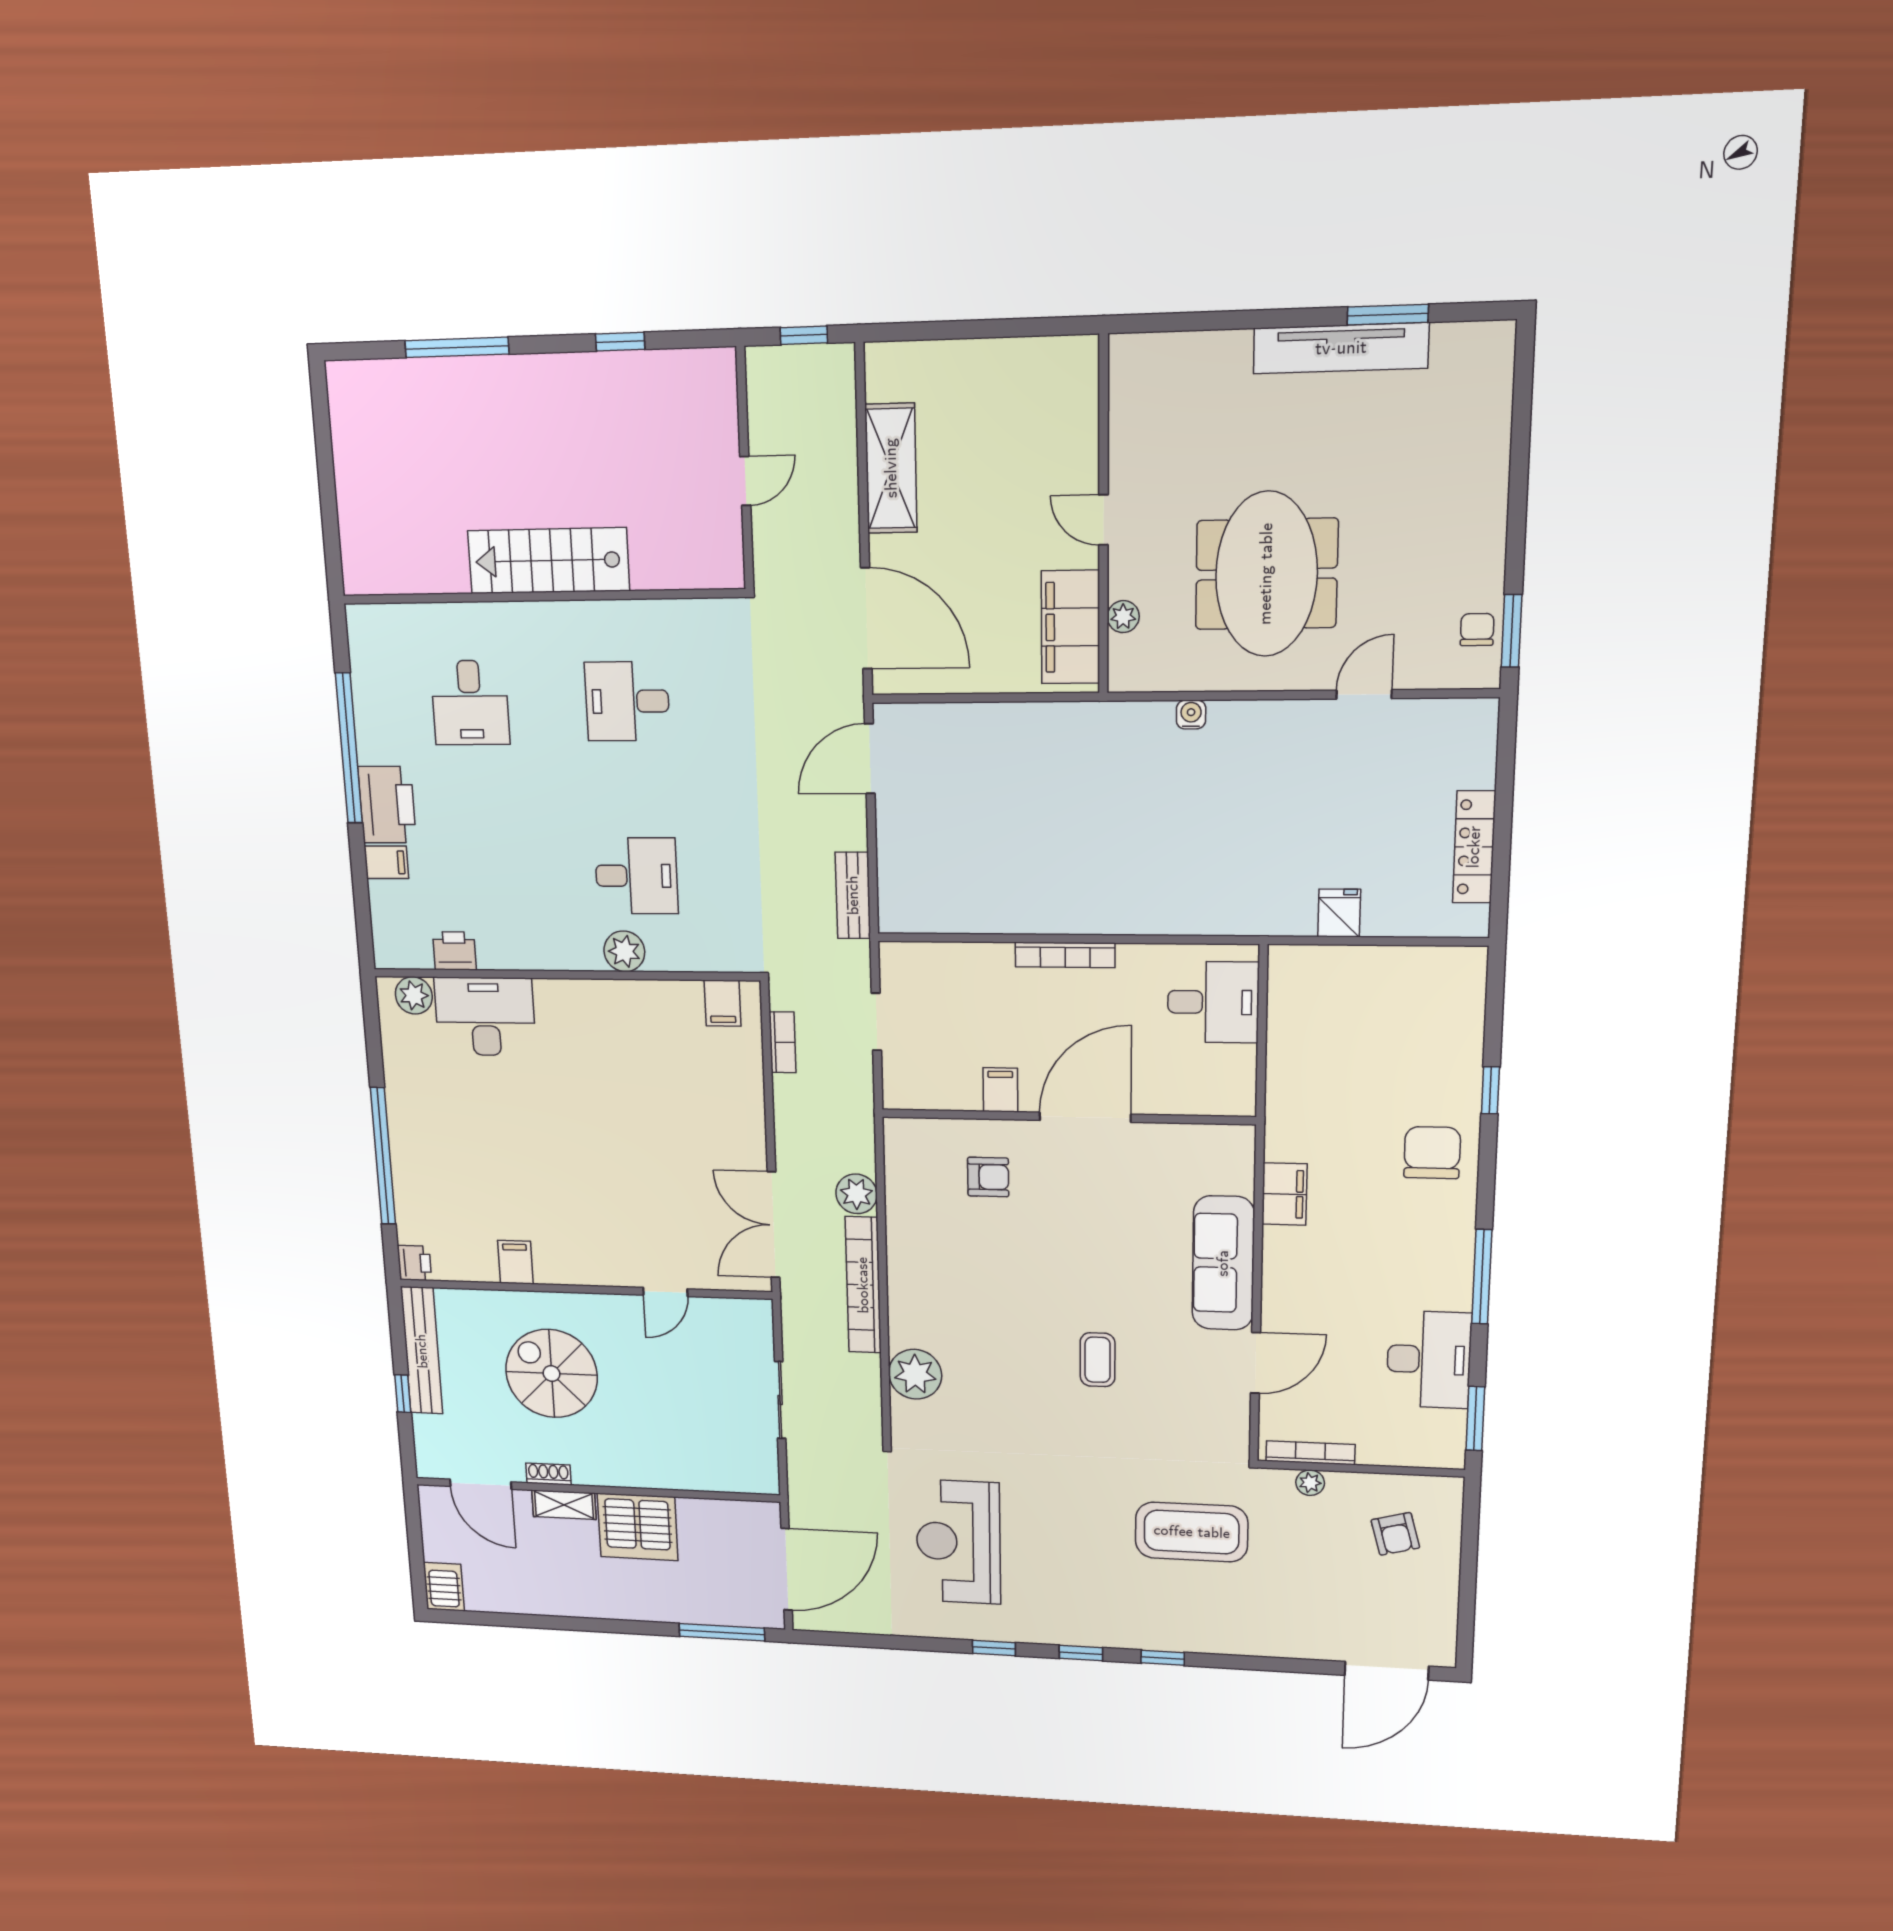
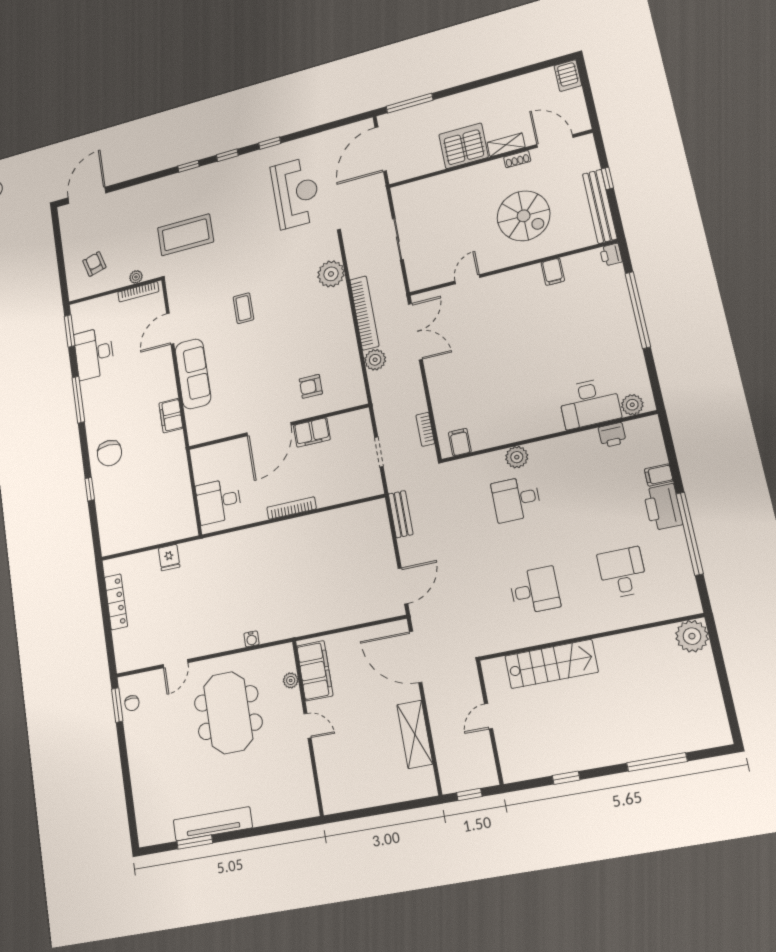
stairs: (548, 561) -> (551, 664), moved
plant: (368, 566) -> (692, 636), added
filing cabinet: (1000, 1090) -> (312, 432), width x2.00

